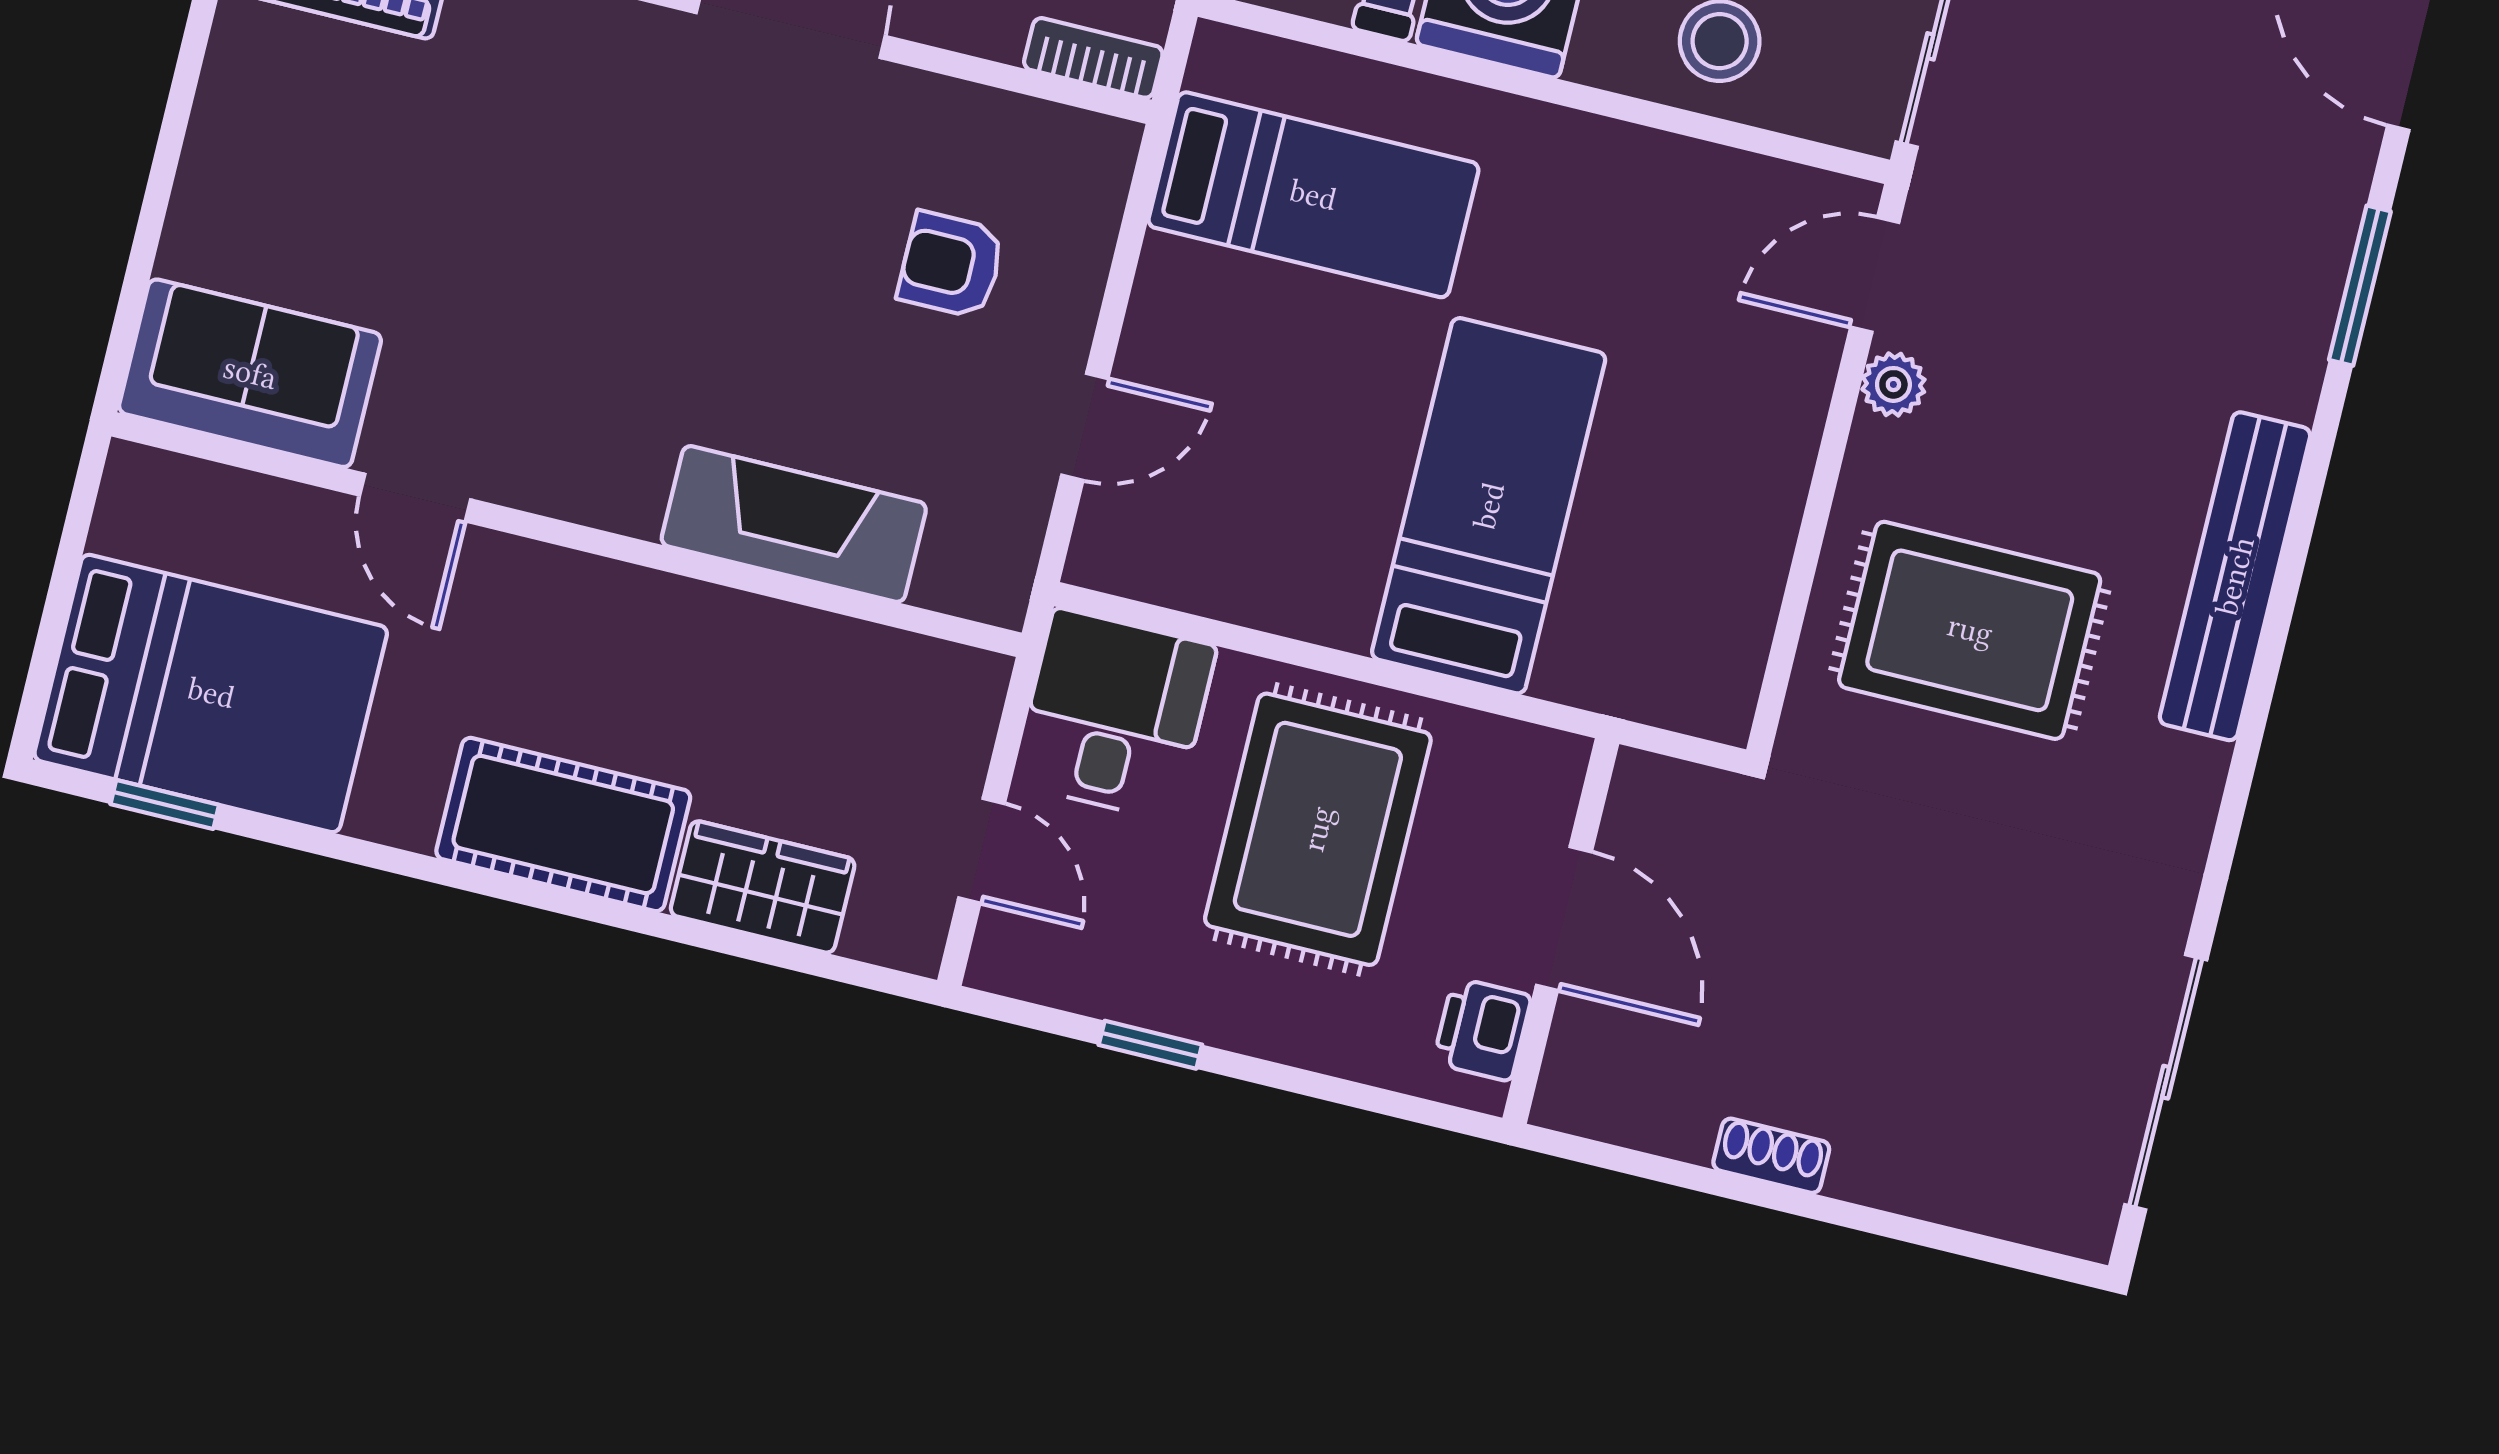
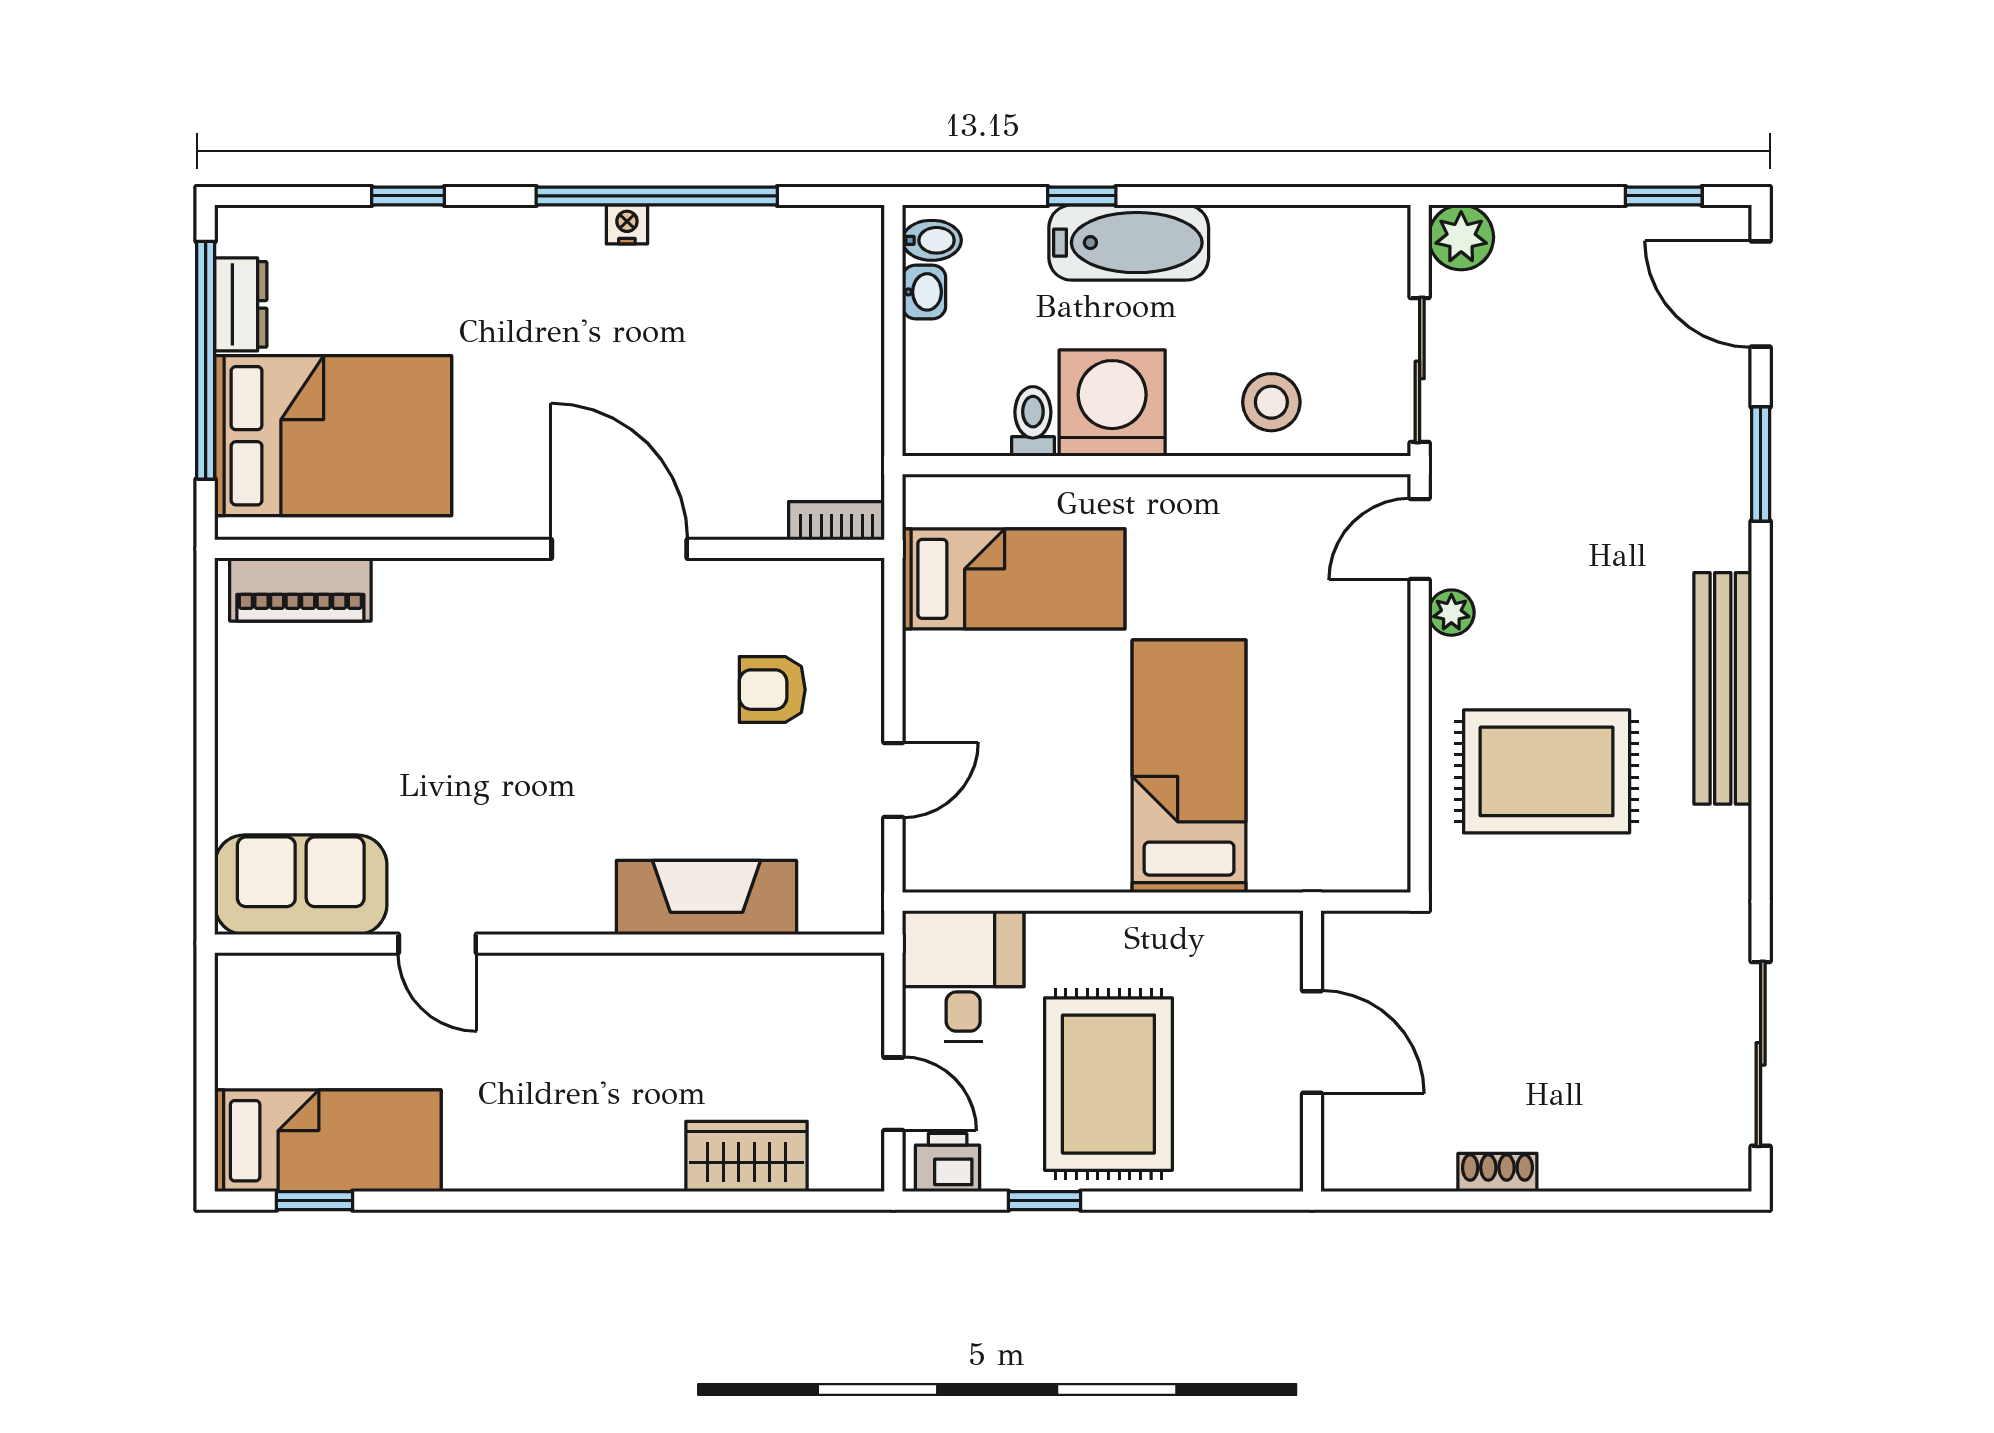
bed: (211, 693) -> (328, 1141), width x0.67
cot: (563, 825) -> (597, 1147), removed
rug: (1318, 829) -> (1108, 1084), moved
printer: (1482, 1029) -> (948, 1163), moved, turned 90

